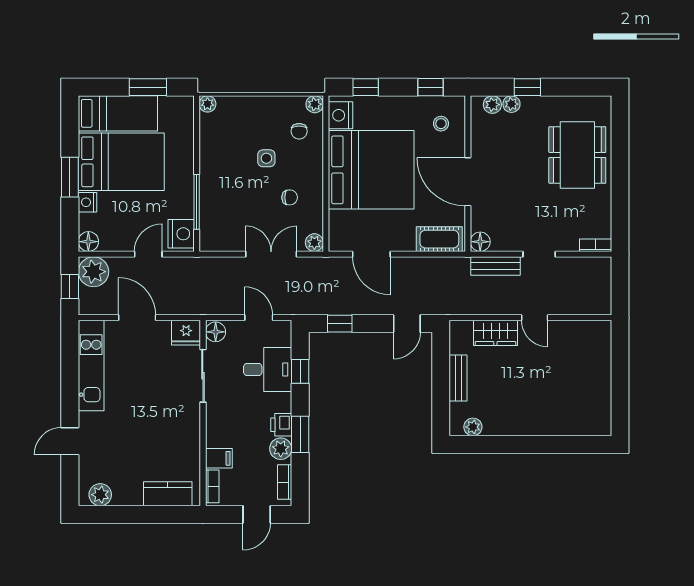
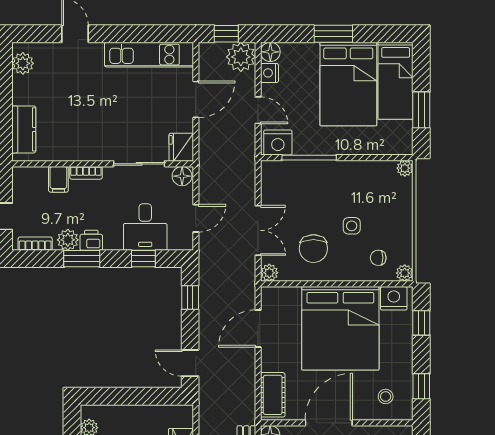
chair: (290, 197) -> (313, 249), width x1.87, depth x1.87
nightstand: (88, 202) -> (269, 73), moved, turned -90
bench: (458, 378) -> (137, 413), removed
bookcase: (212, 486) -> (86, 173), moved

